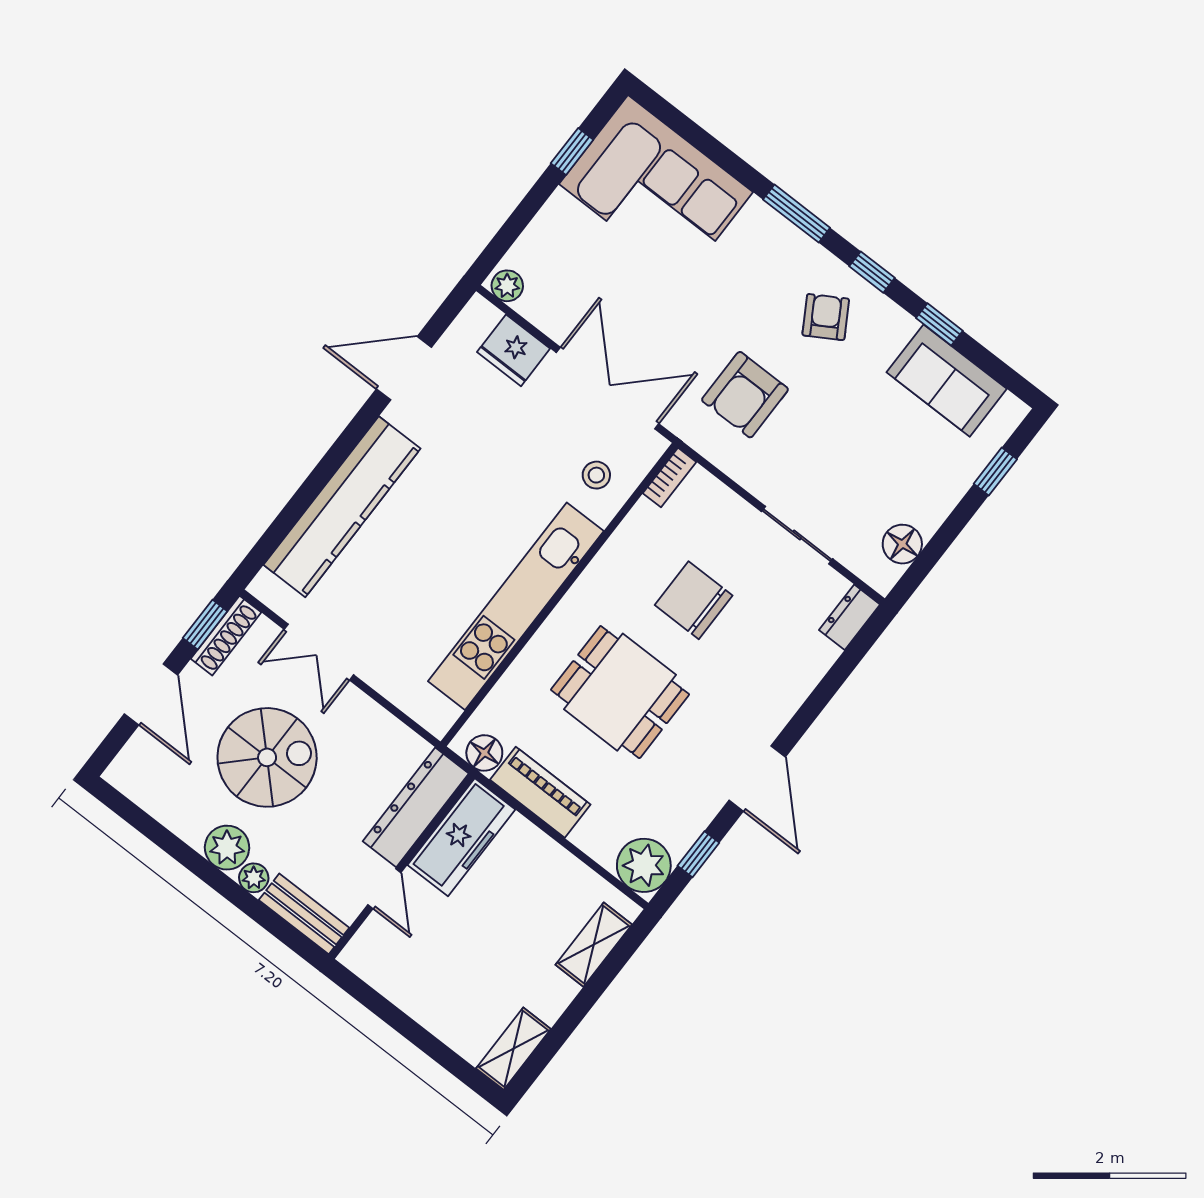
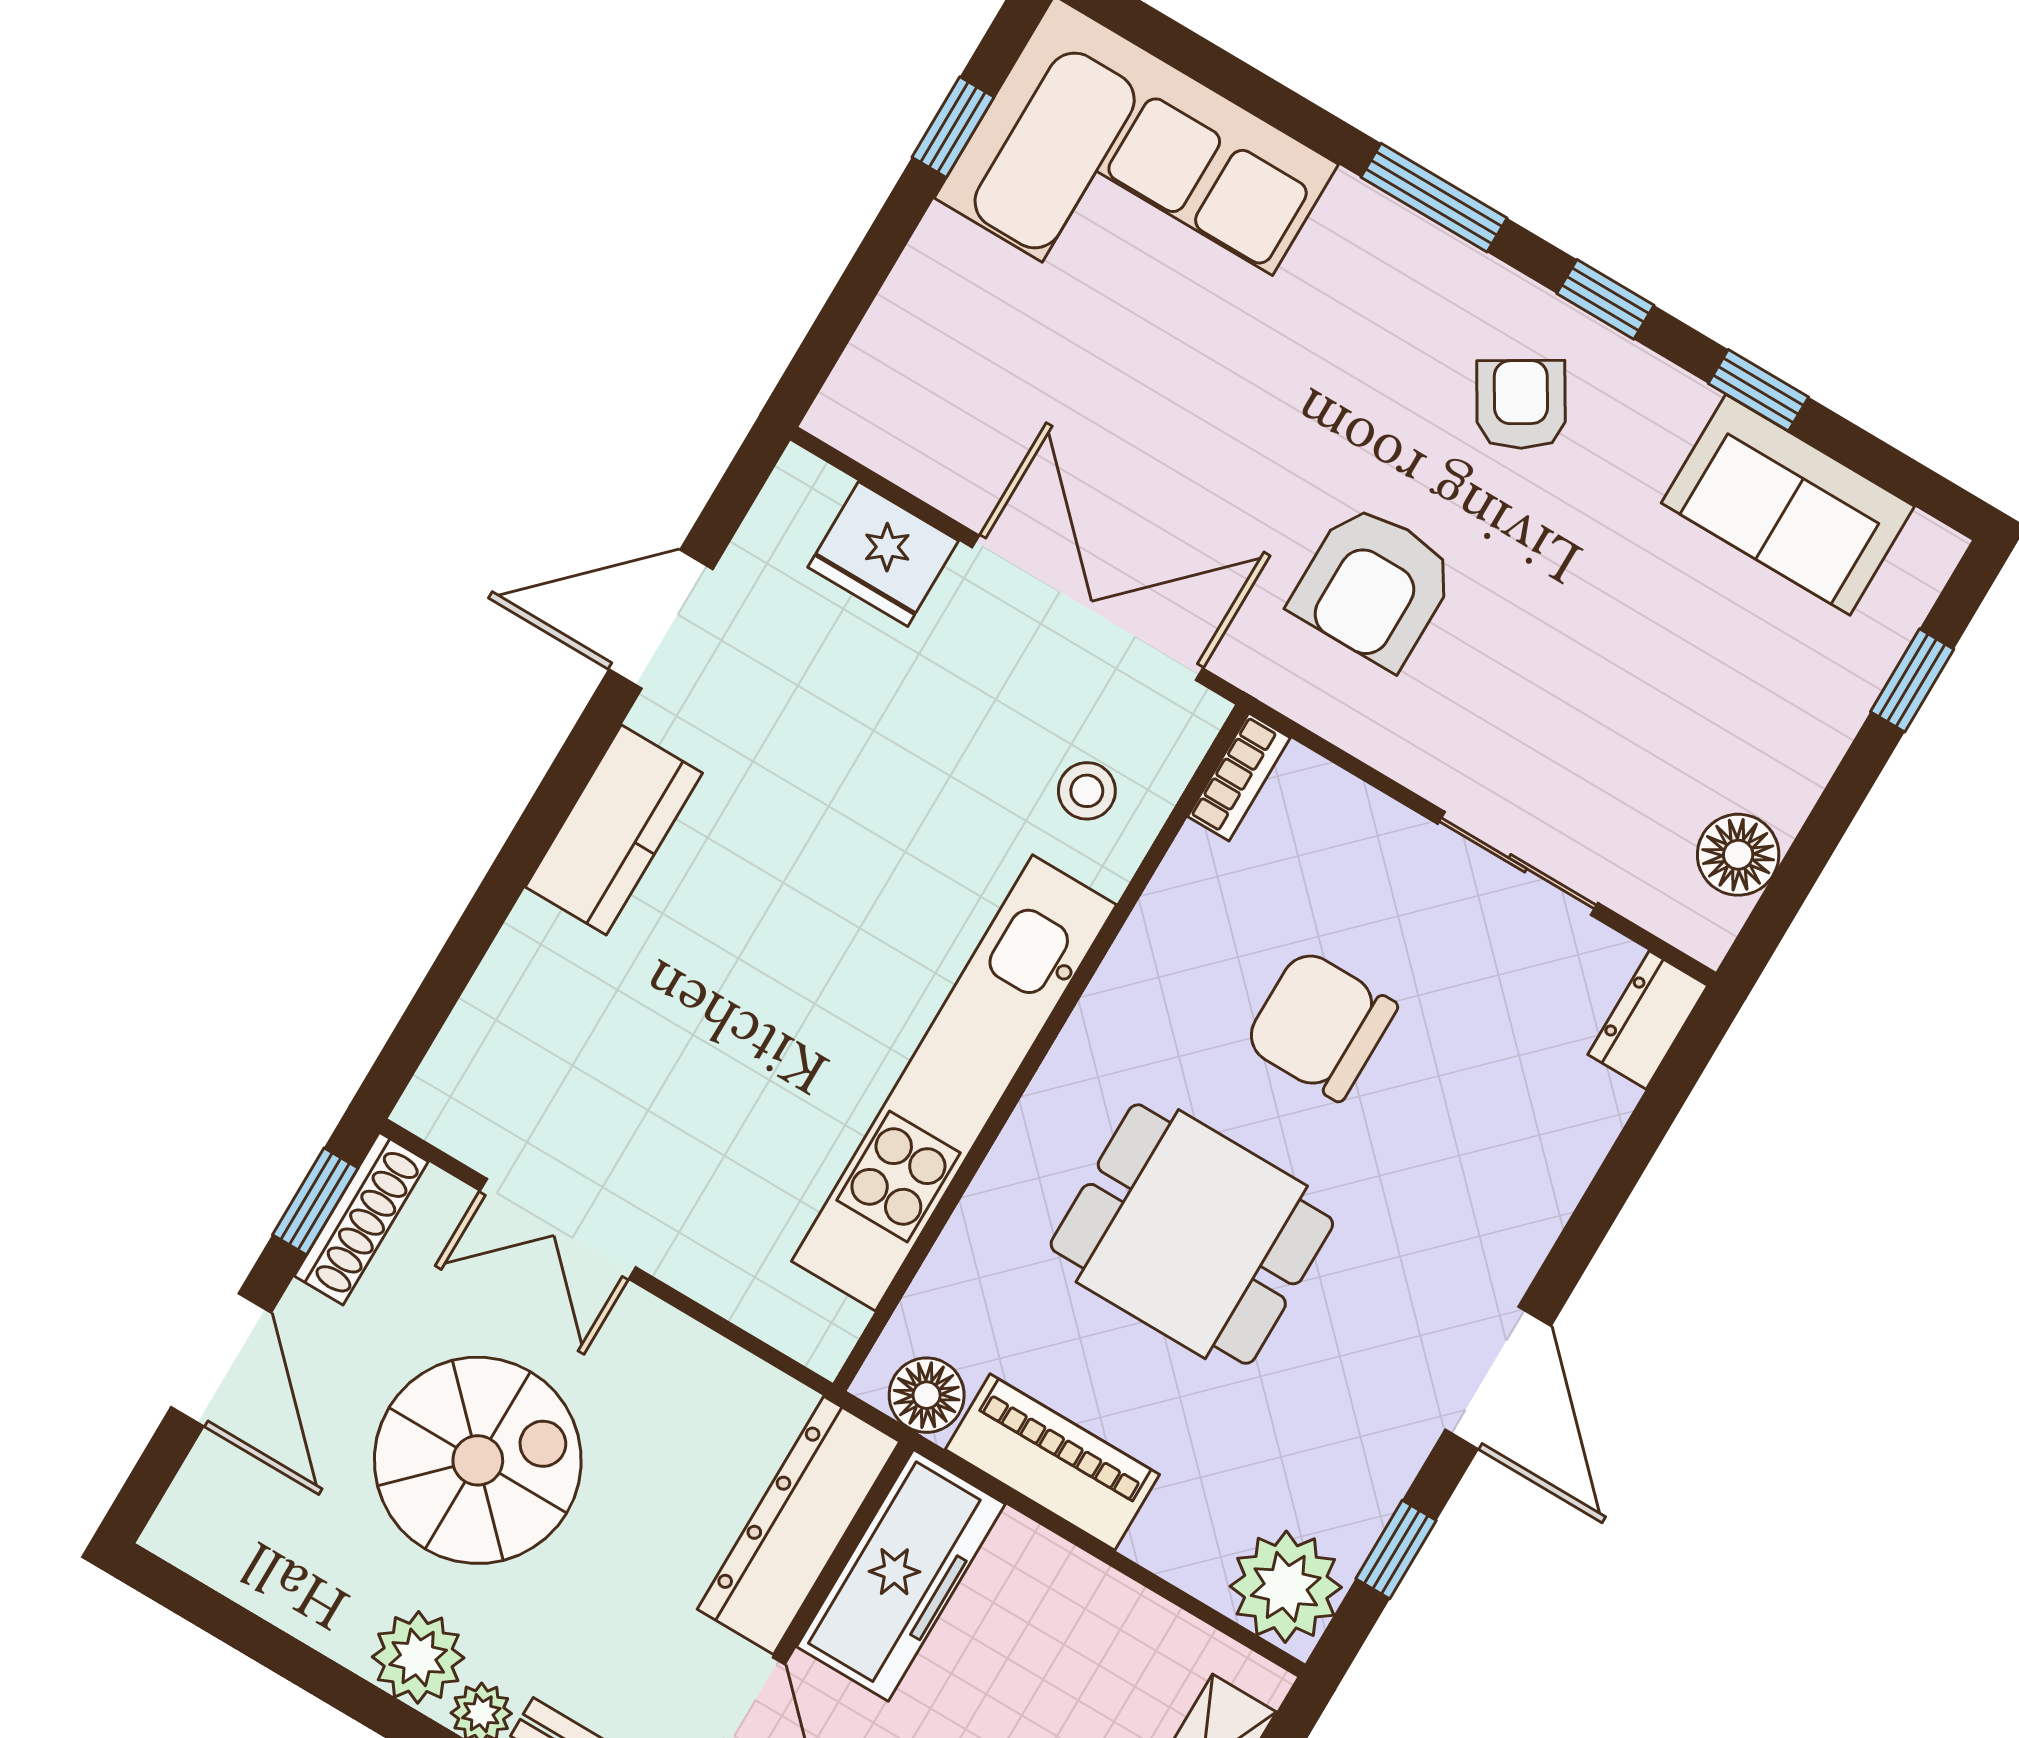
plant: (507, 286) -> (853, 422), removed
kitchen counter: (342, 507) -> (614, 830), width x0.48, depth x0.86

